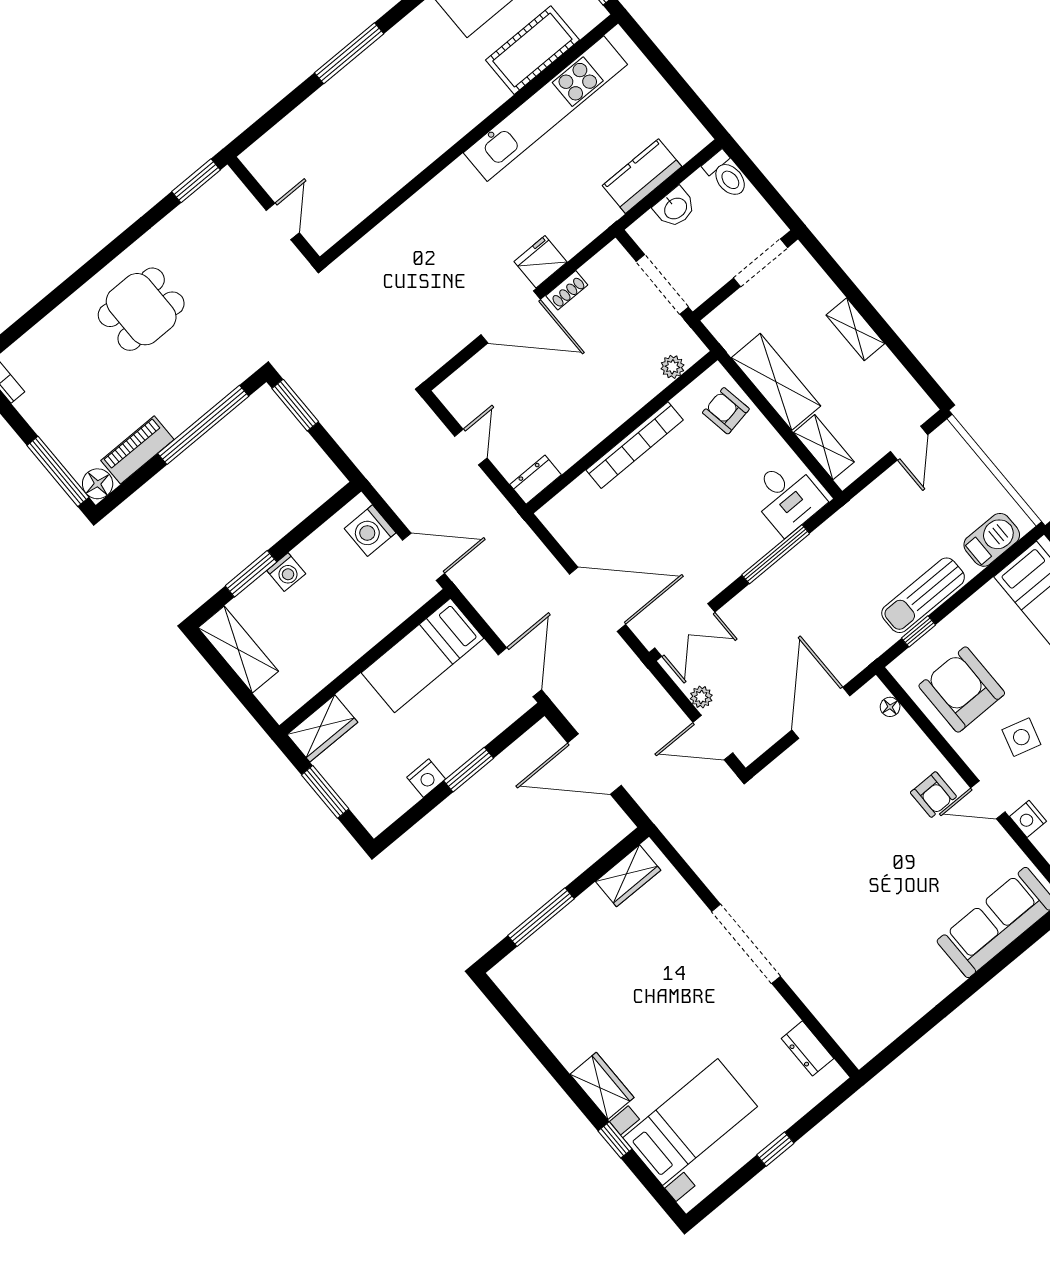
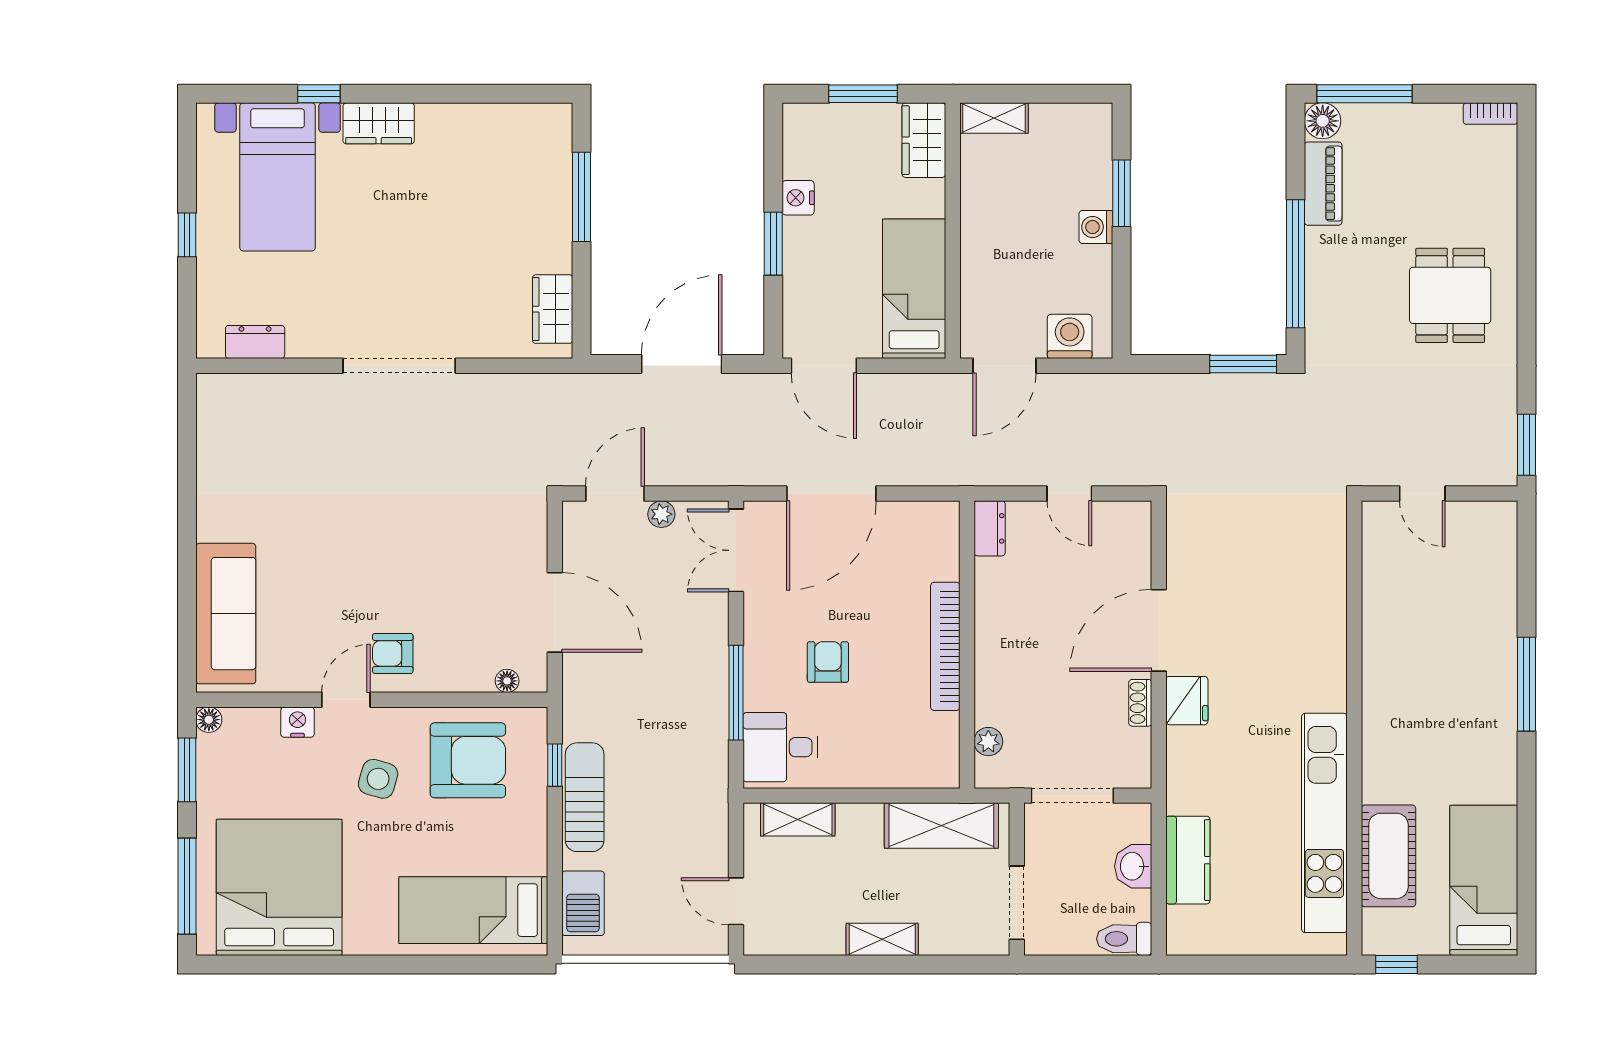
shelving: (776, 382) -> (941, 826), moved
armchair: (726, 411) -> (828, 662), moved, turned -80
shelving: (238, 649) -> (994, 118), moved, width x0.67, depth x0.75

